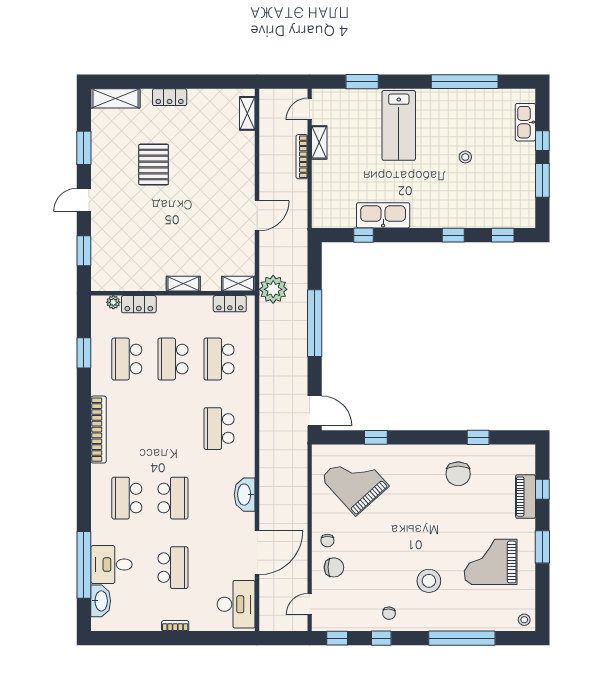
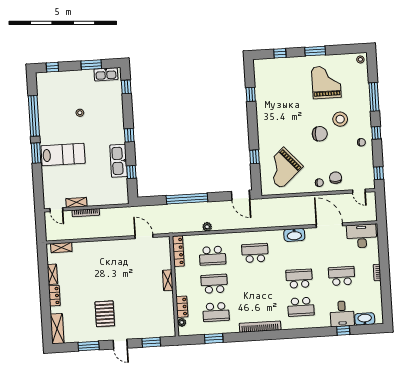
window: (362, 82) -> (36, 153), moved
kitchen sink: (525, 122) -> (106, 74), moved
window: (542, 141) -> (52, 67), moved
pallet: (154, 165) -> (105, 314), moved, turned 90
door: (257, 216) -> (144, 237), moved
window: (453, 235) -> (129, 135), moved
shelving: (238, 284) -> (52, 274), moved
plant: (273, 289) -> (207, 227), moved, width x0.53, depth x0.53
locker: (230, 304) -> (178, 251), width x1.53
school desk: (173, 359) -> (214, 284), turned 180
door: (315, 411) -> (241, 195), swing flipped
school desk: (219, 429) -> (255, 253), turned 180
chair: (458, 474) -> (320, 134), moved
piano: (526, 497) -> (285, 63), removed
grand piano: (491, 562) -> (326, 82), turned 180
window: (84, 565) -> (343, 330), width x0.32
window: (381, 638) -> (376, 133), moved
window: (462, 638) -> (374, 97), width x0.68

